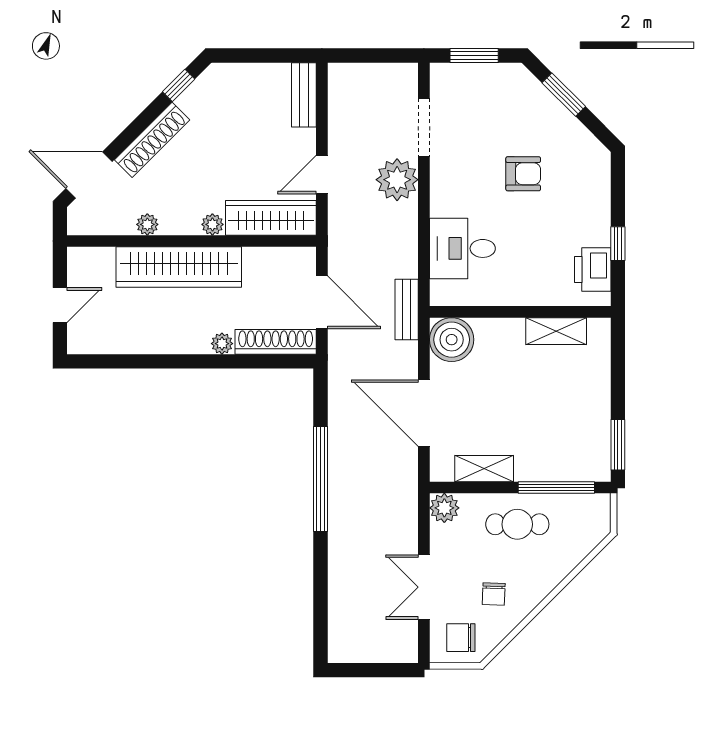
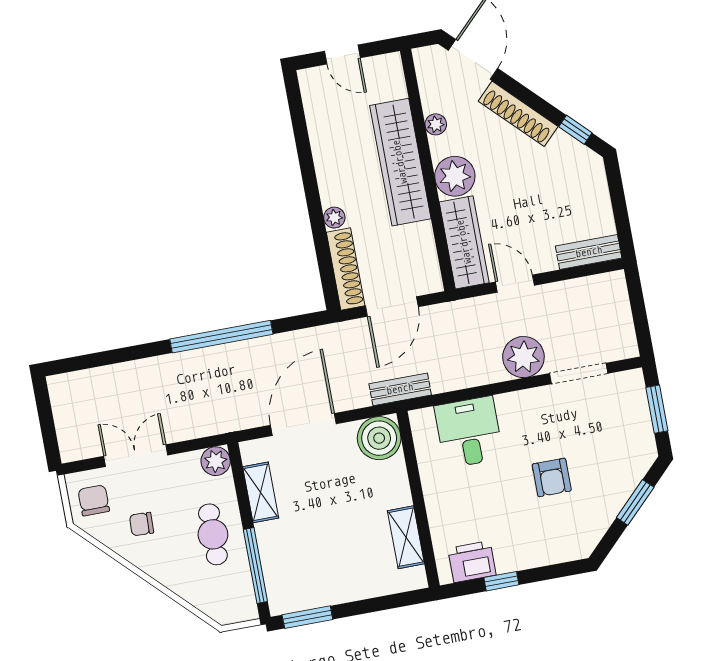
plant: (212, 224) -> (455, 176), width x1.87, depth x1.87

